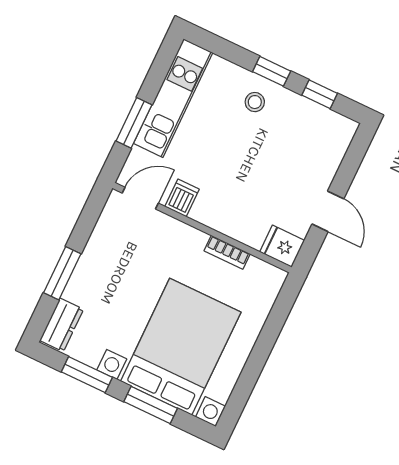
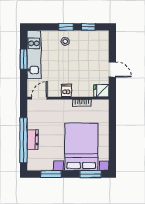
window: (134, 123) -> (24, 59), moved
dishwasher: (182, 198) -> (66, 91), moved
window: (62, 273) -> (24, 140), width x2.11
dresser: (62, 325) -> (33, 139), moved
window: (151, 405) -> (91, 174), moved

